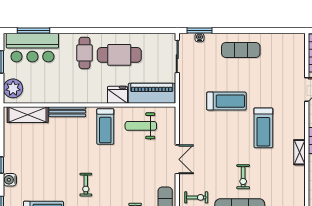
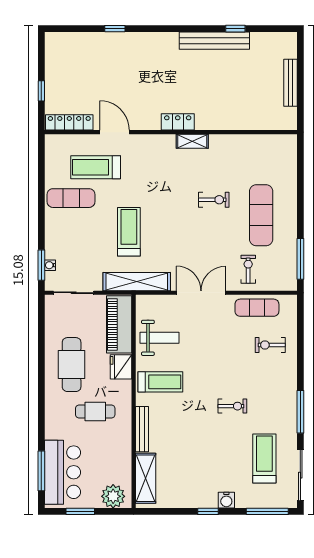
exercise mat: (241, 50) -> (71, 198), moved, turned 90
cafe table: (85, 53) -> (95, 412), moved
shelving: (186, 107) -> (137, 282), added
weight bench: (141, 126) -> (160, 338), turned -90
treadmill: (263, 128) -> (96, 167), moved, turned 180
double door: (177, 159) -> (201, 293), width x1.37
exercise bike: (243, 177) -> (214, 200), moved

